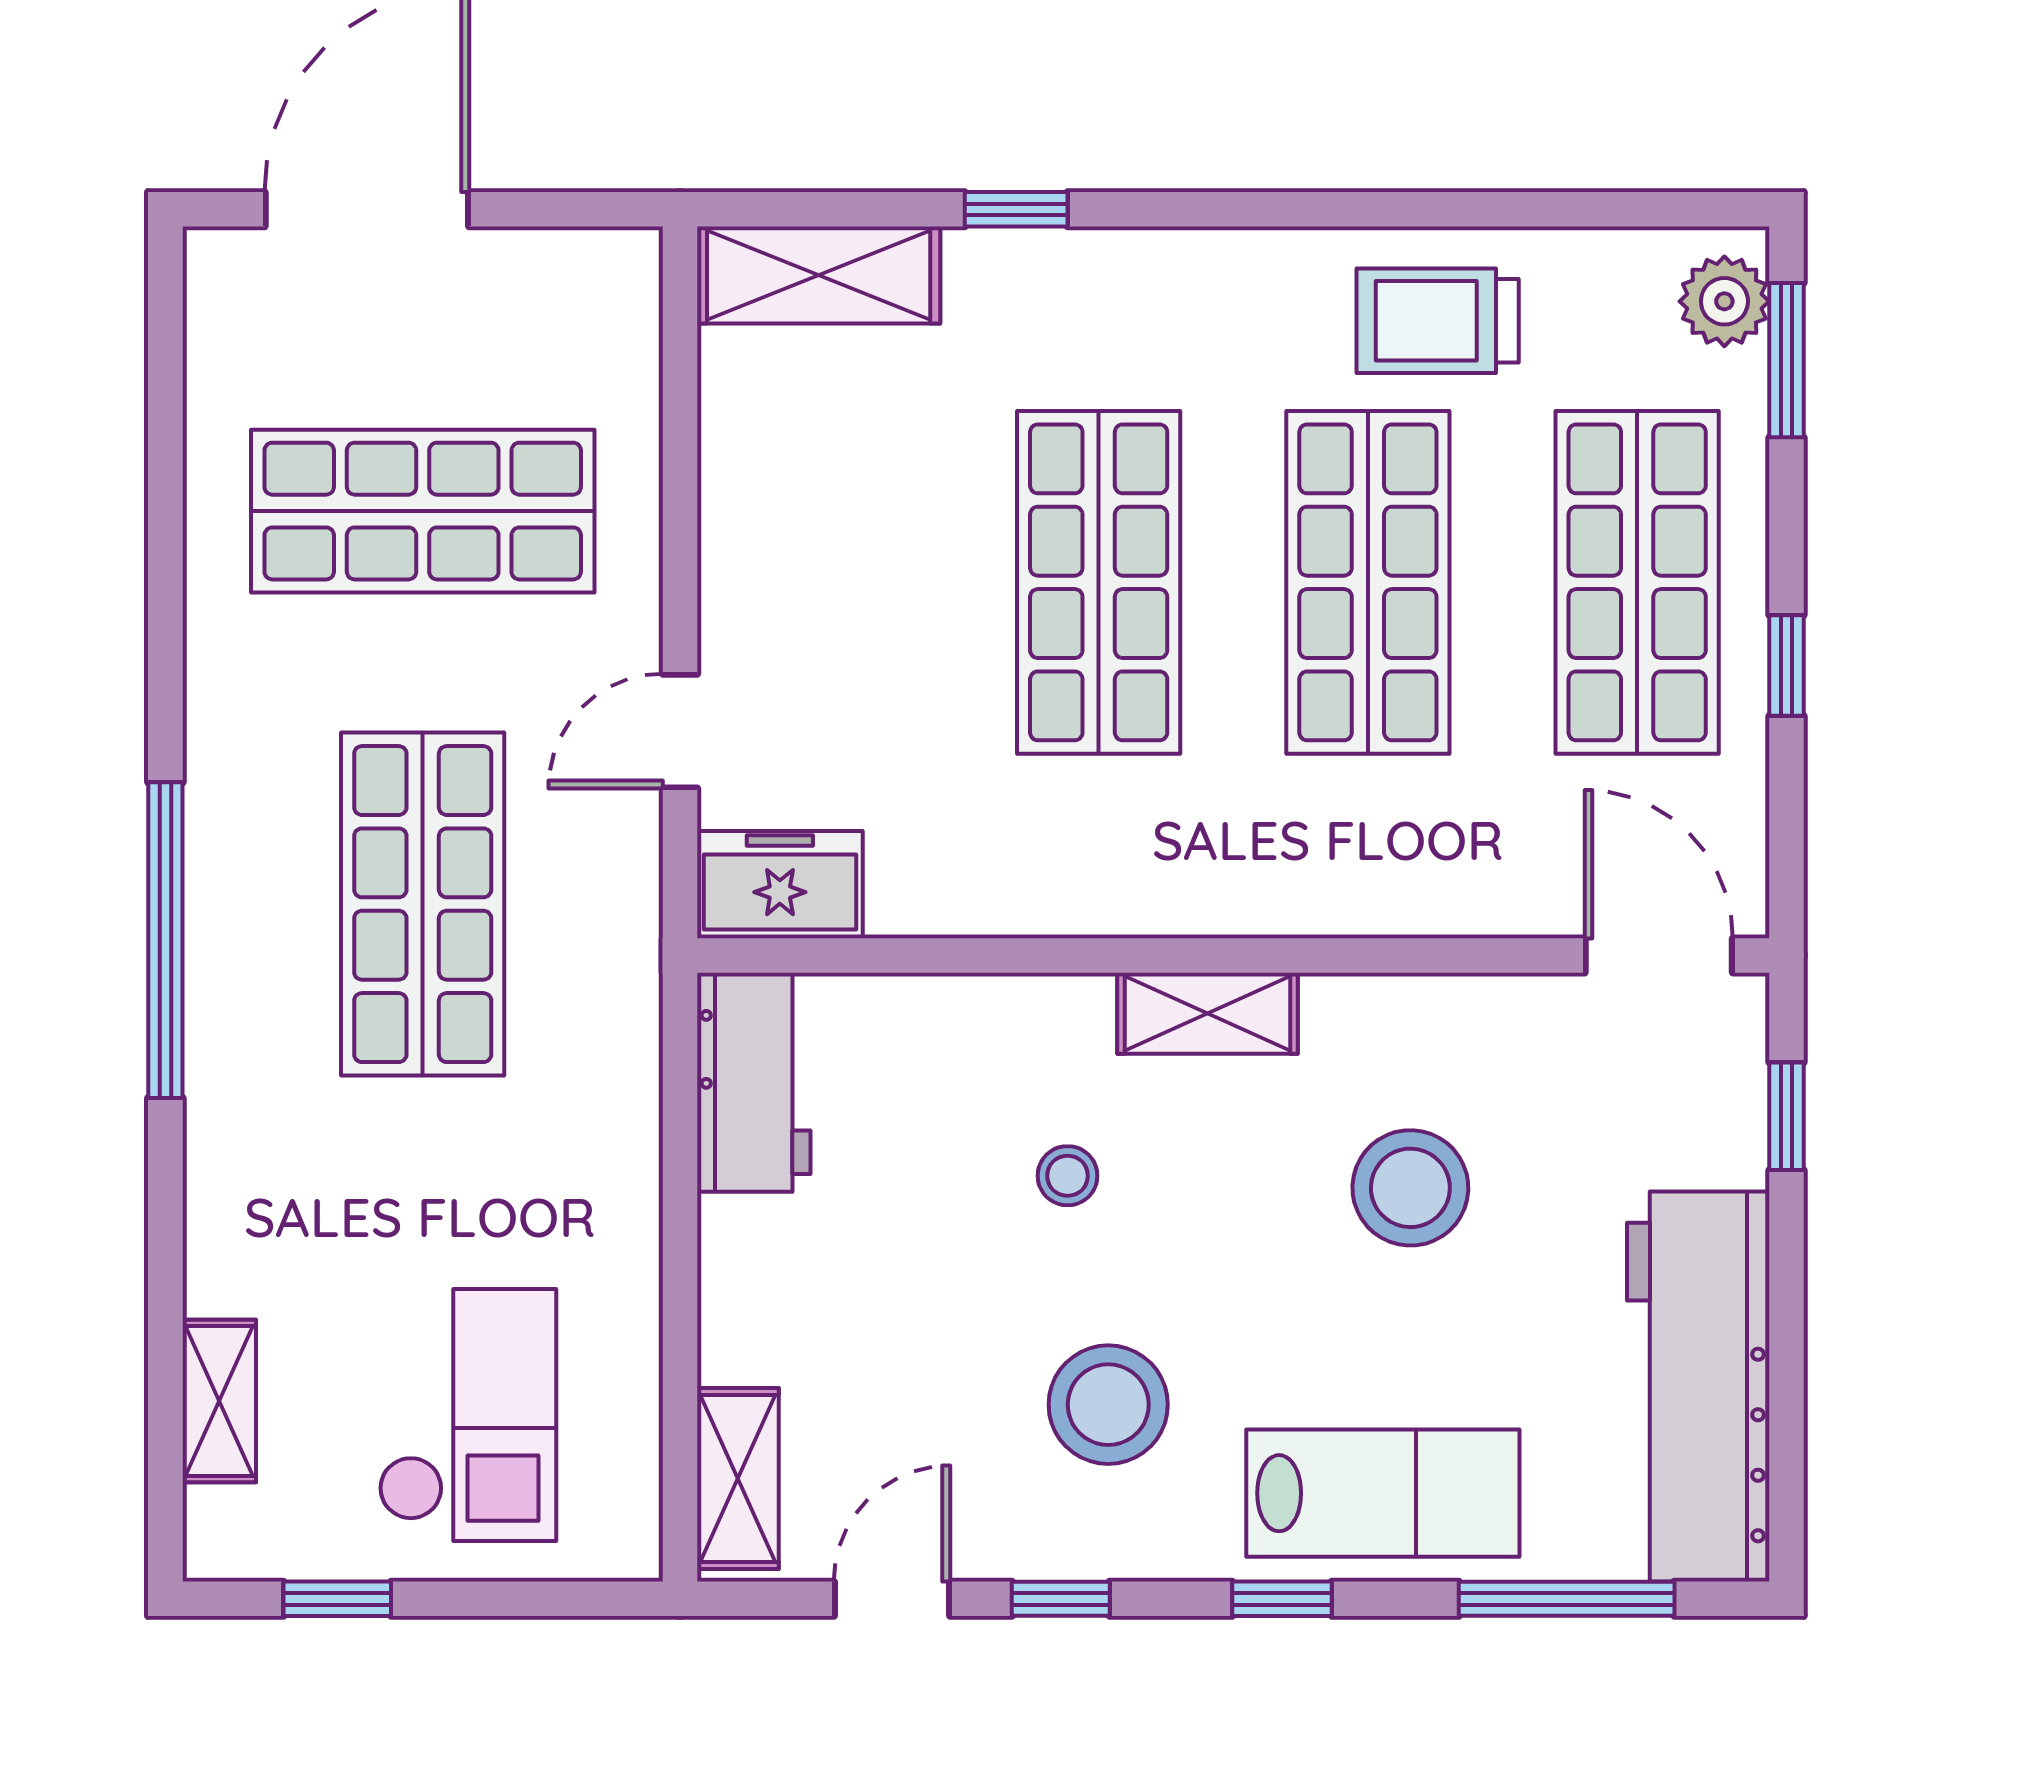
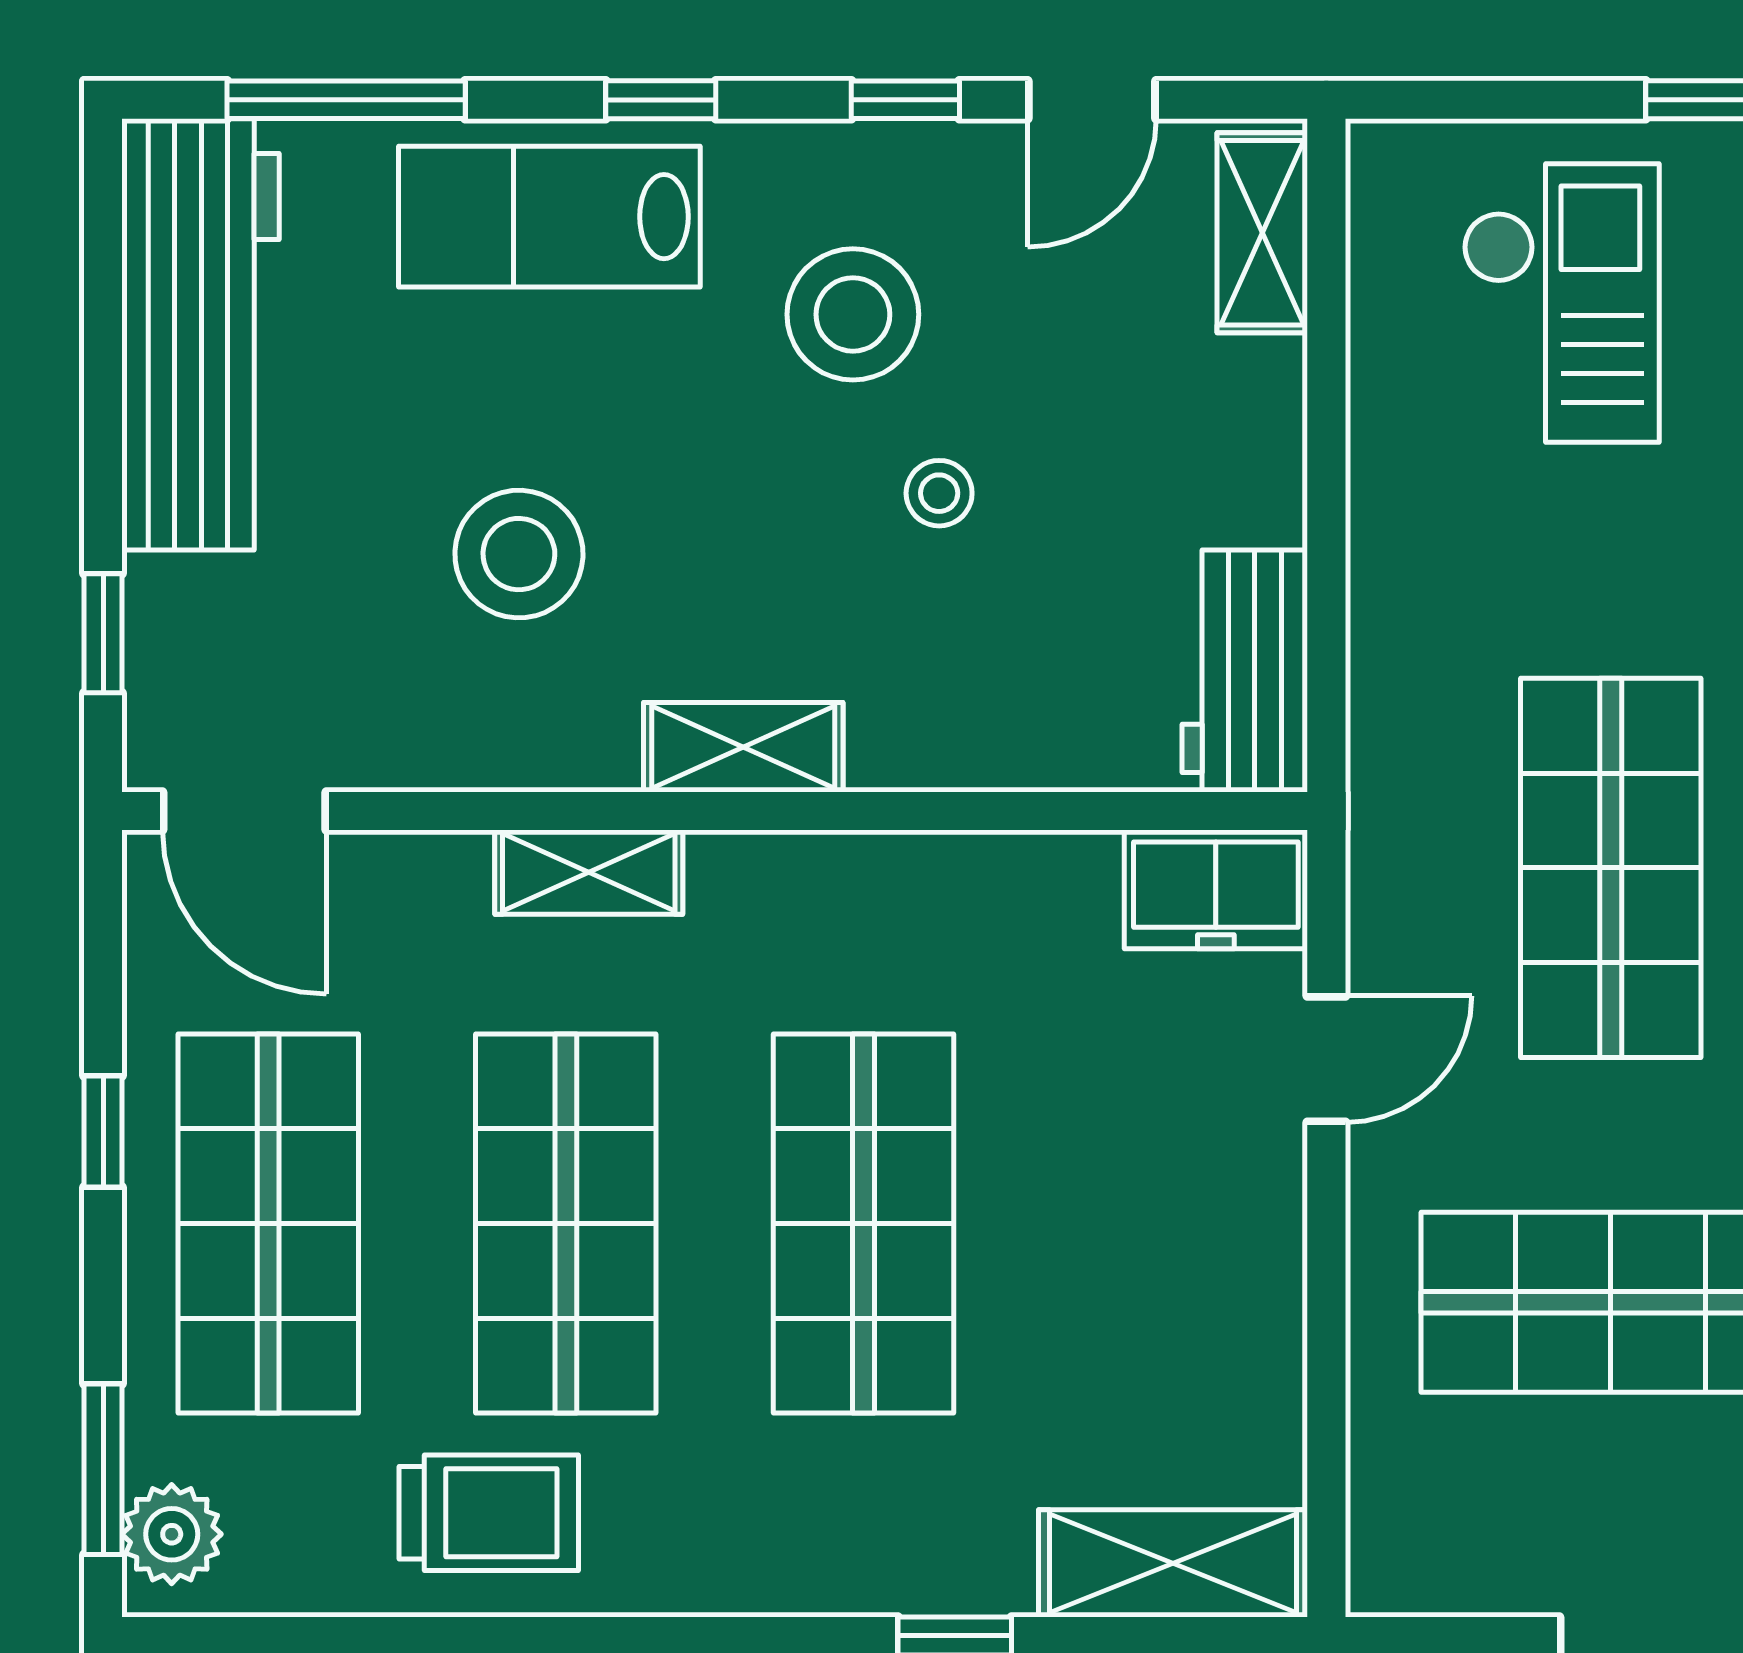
shelving: (1347, 900) -> (589, 872), added
stool: (1068, 1176) -> (939, 493), moved
checkout: (468, 1415) -> (1561, 303), turned 180

